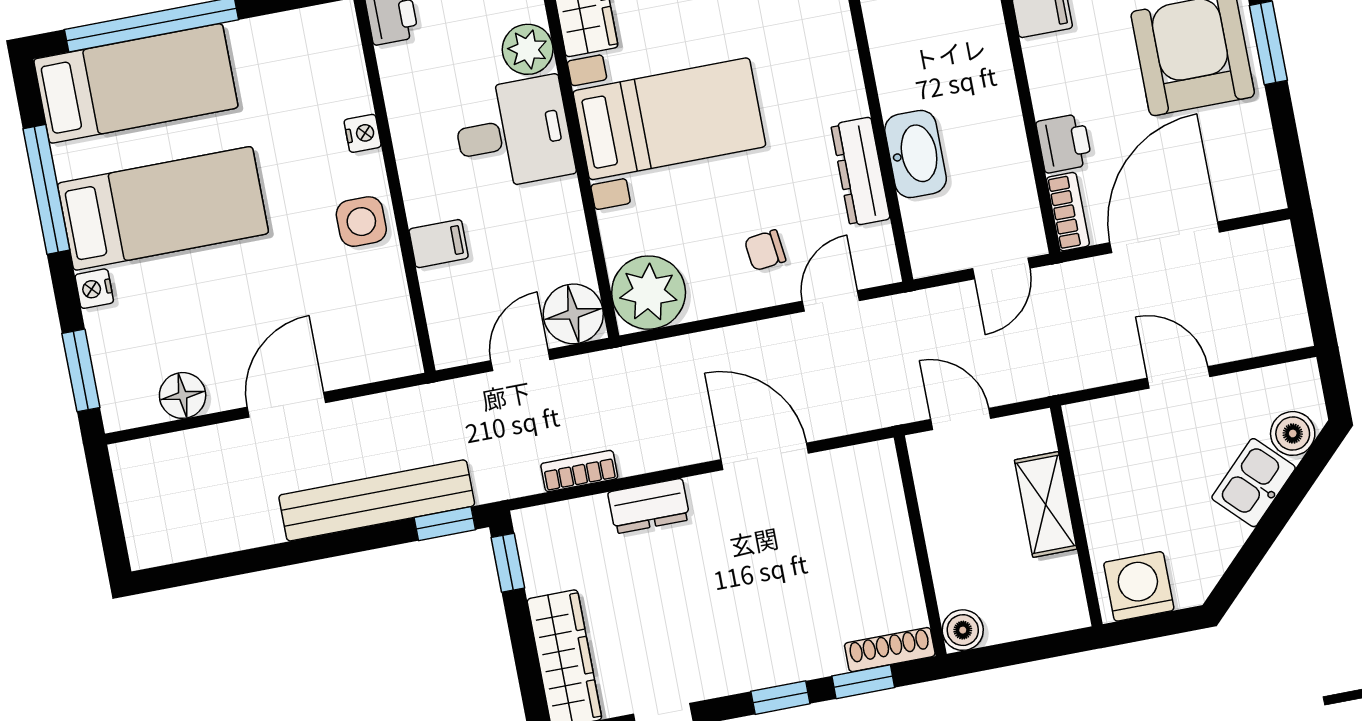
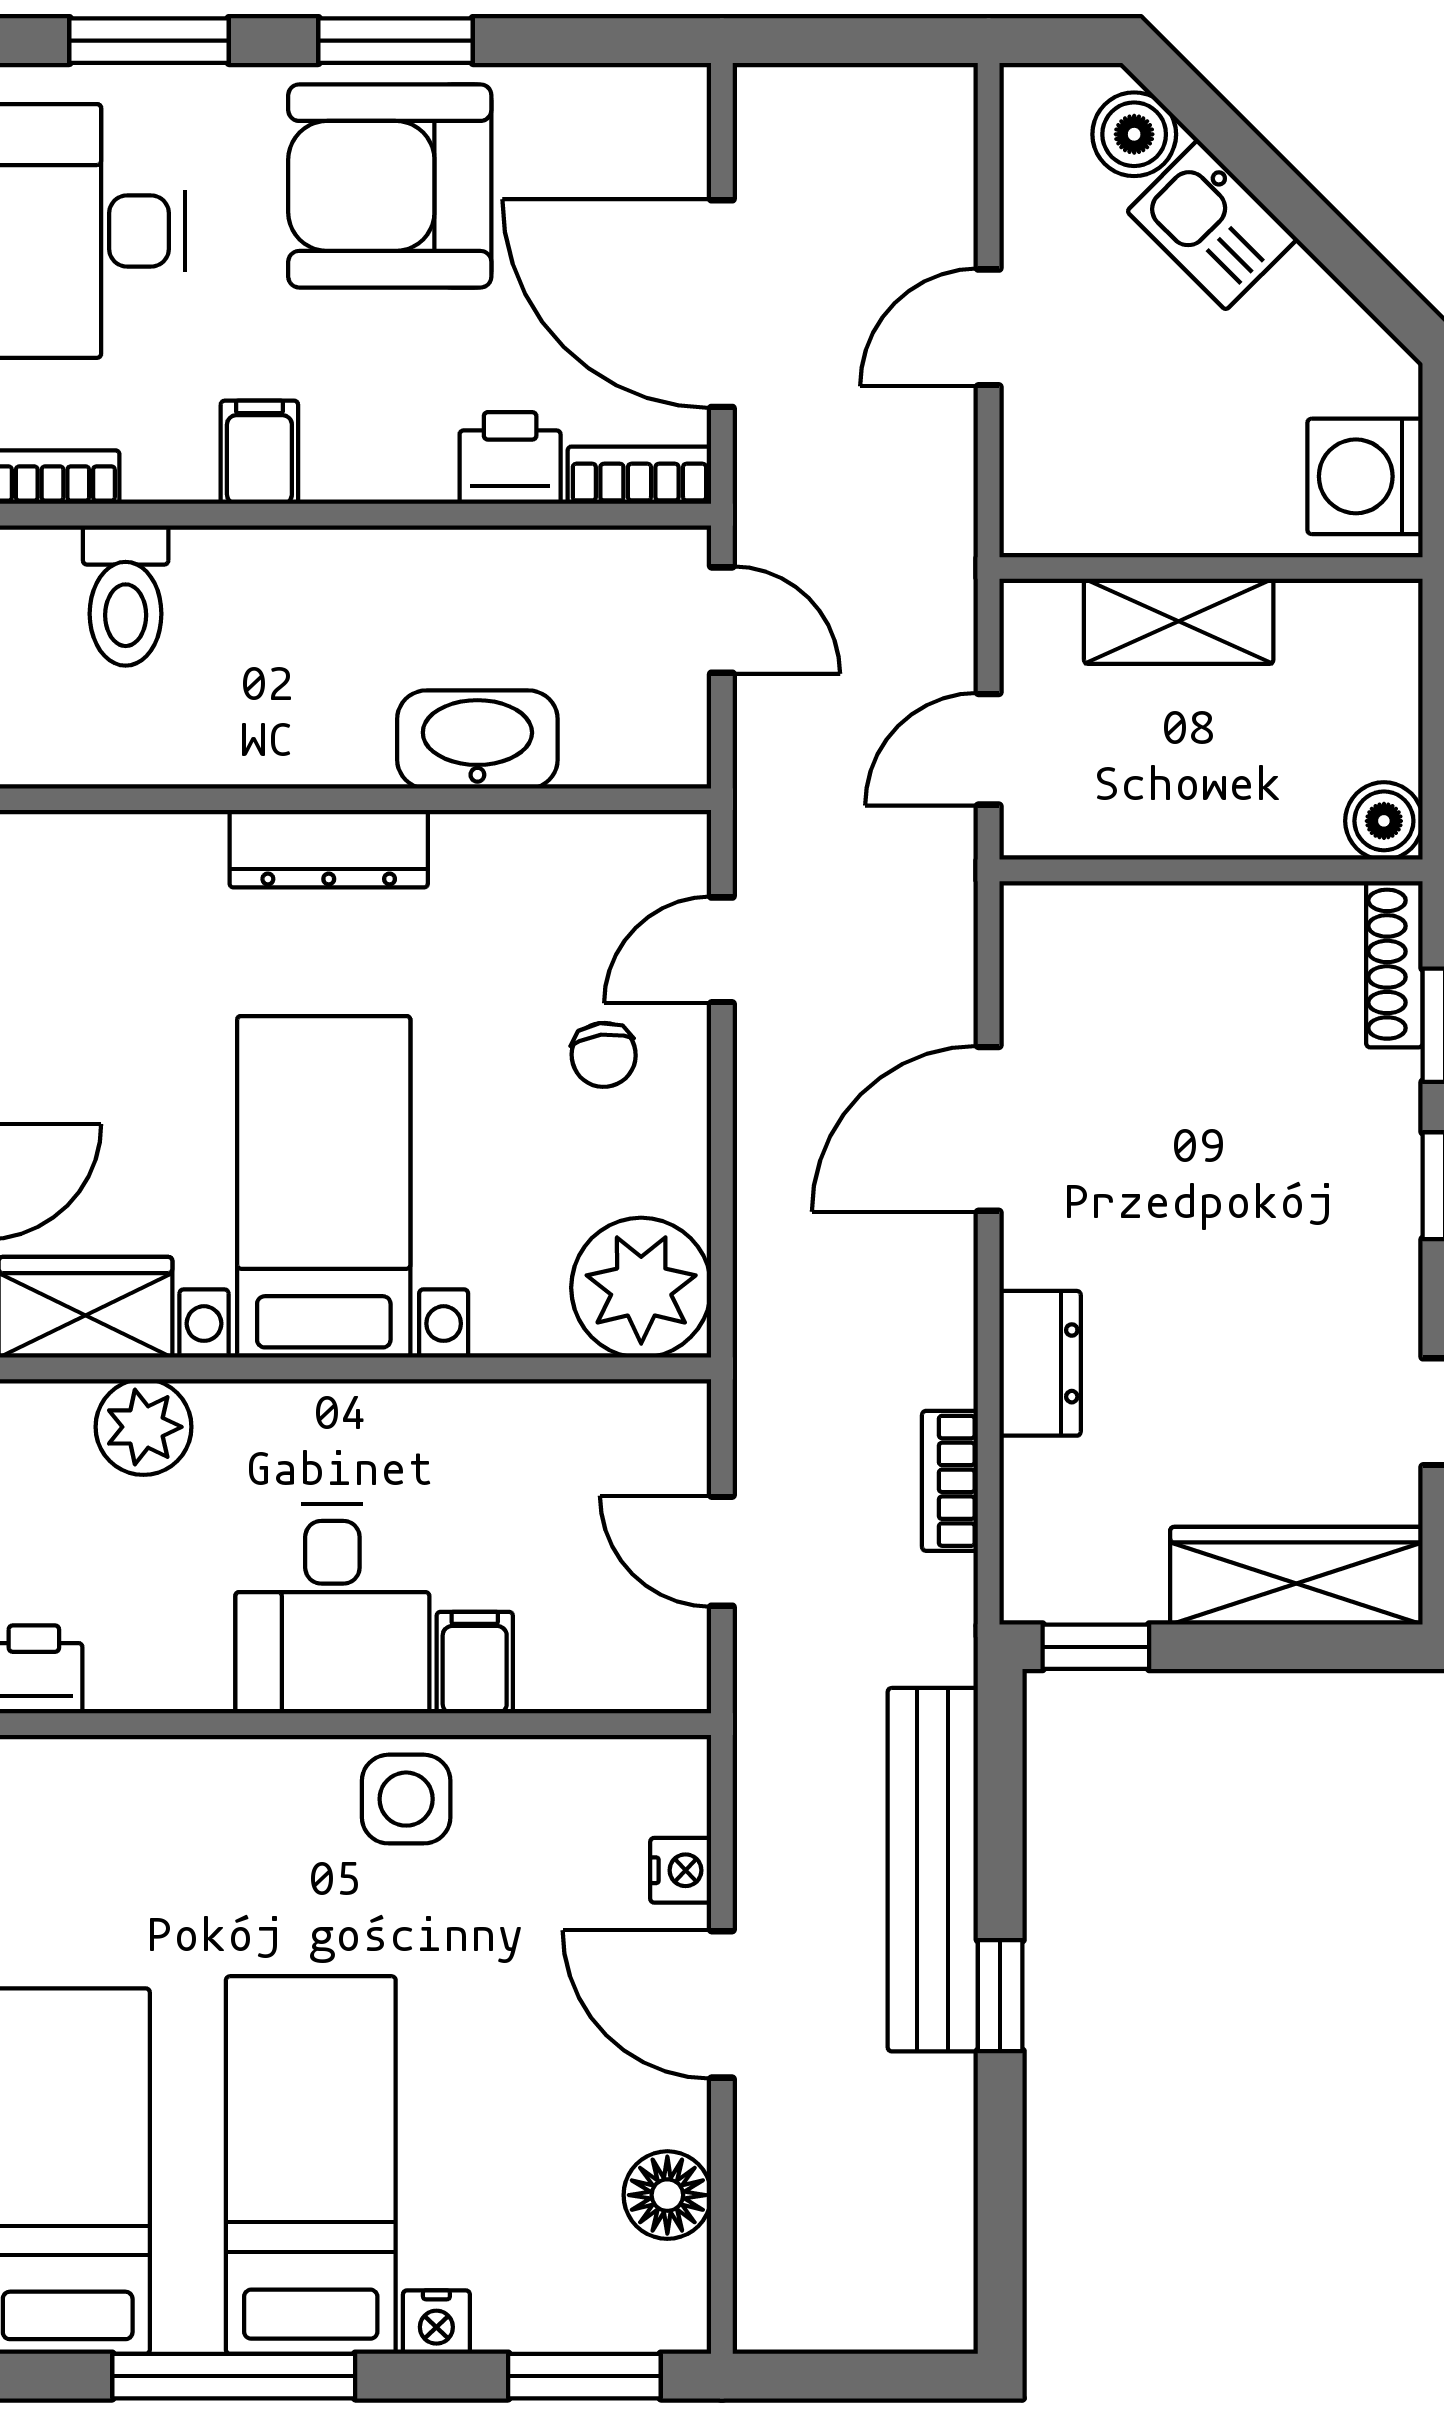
nightstand: (363, 133) -> (681, 1870), moved, turned 90
desk: (513, 133) -> (332, 1609), moved, turned 180
dresser: (860, 172) -> (329, 849), moved
door: (831, 301) -> (722, 950), hinge flipped
floor lamp: (573, 314) -> (654, 1436), removed
window: (445, 524) -> (1000, 1996), moved

